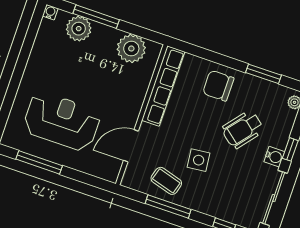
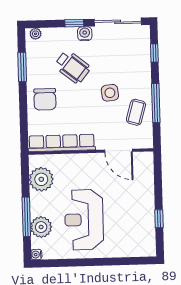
reception desk: (62, 121) -> (84, 220), moved
window: (39, 162) -> (159, 219), width x0.46

